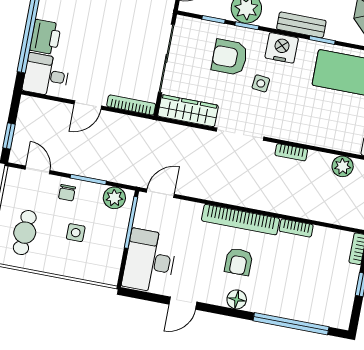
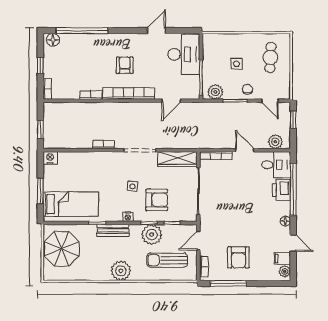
nightstand: (282, 48) -> (128, 217), width x0.53, depth x0.56
door: (88, 105) -> (245, 150), hinge flipped
plant: (343, 166) -> (275, 142), moved
door: (160, 193) -> (171, 101), moved
floor lamp: (237, 299) -> (53, 40), moved

